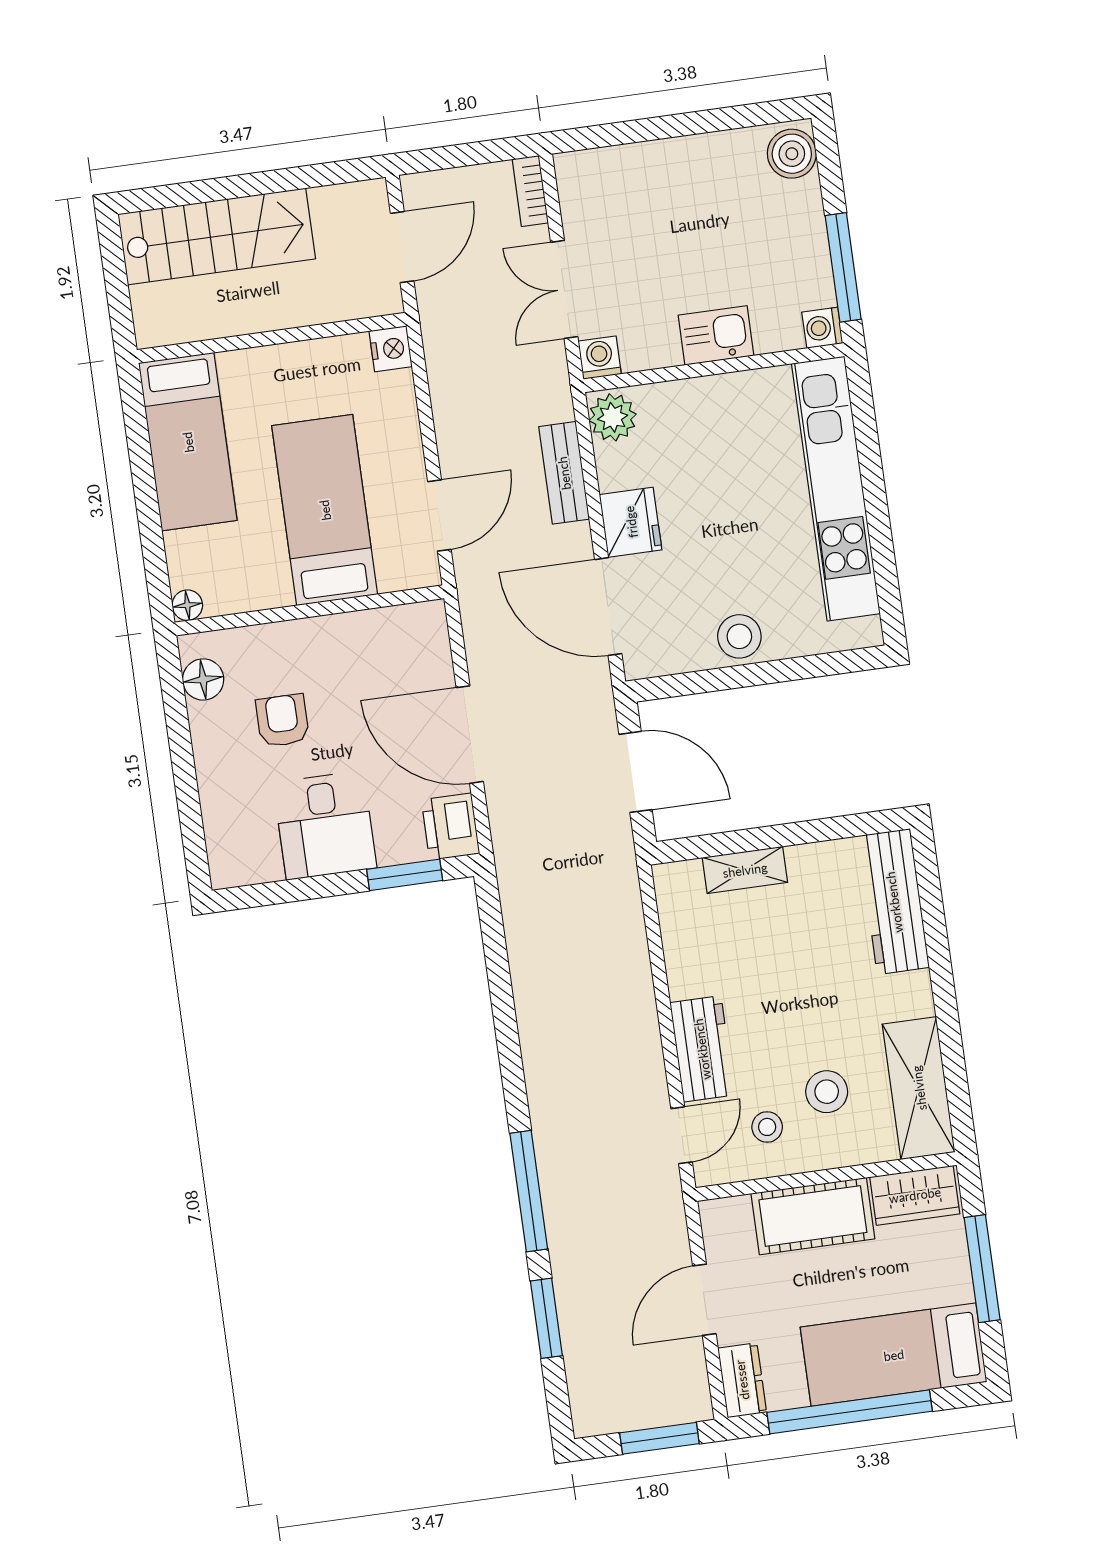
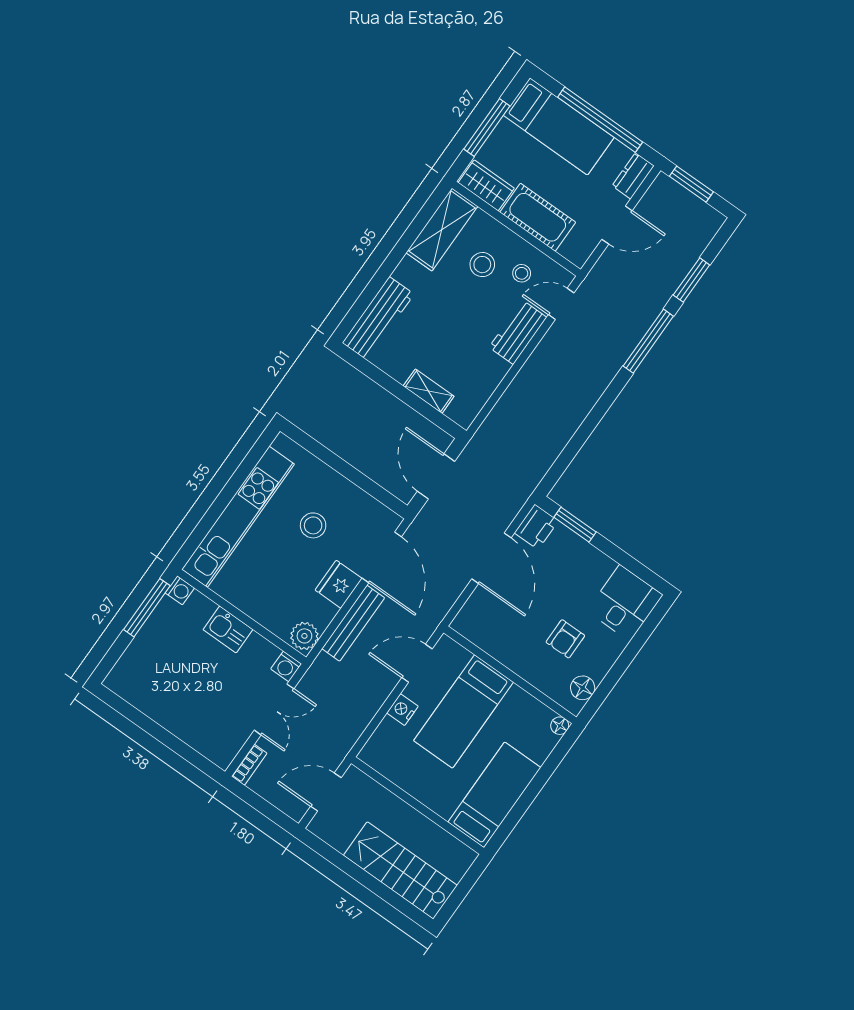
boiler: (792, 154) -> (123, 676), removed
nightstand: (391, 349) -> (402, 710), moved
bench: (564, 473) -> (353, 623), width x1.36
stool: (739, 636) -> (313, 525), moved
desk: (325, 825) -> (625, 603), moved

